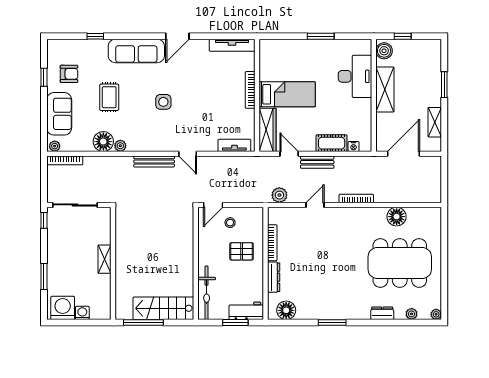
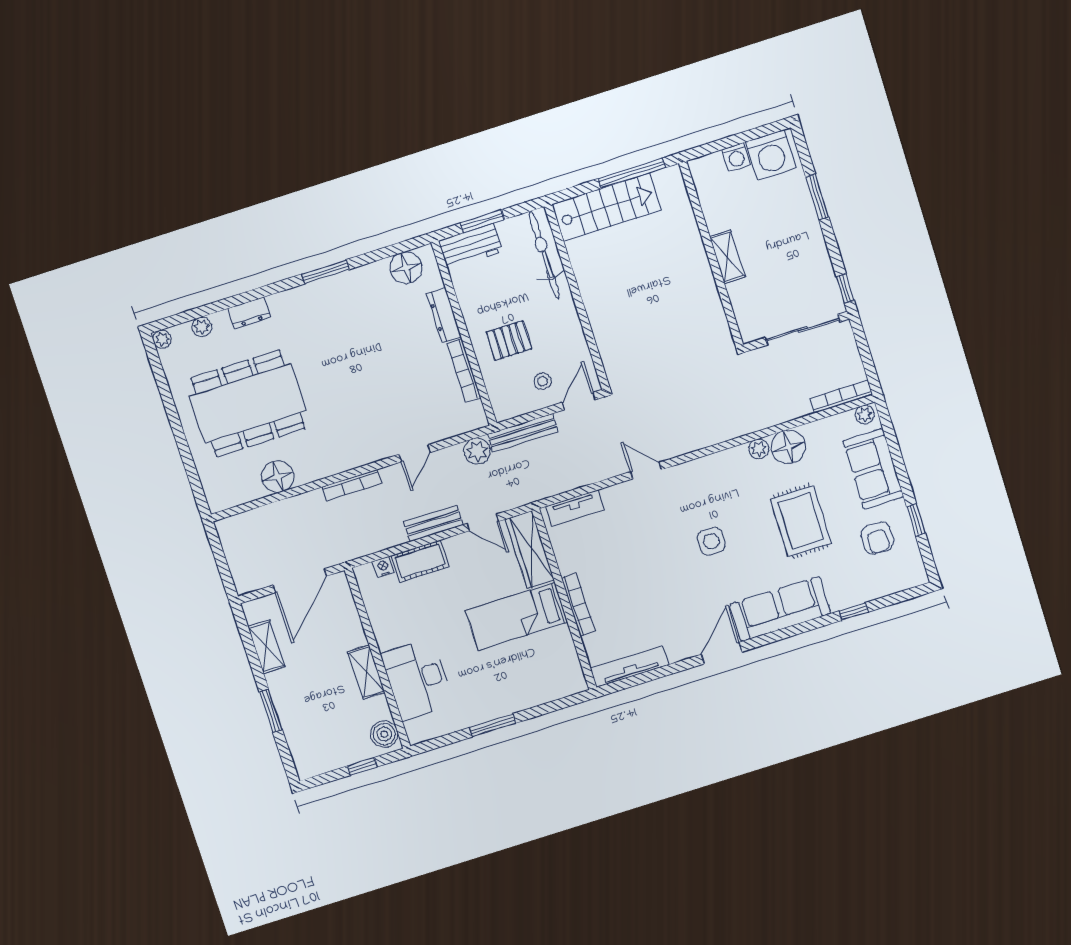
armchair: (69, 74) -> (877, 538), turned -90
shelving: (385, 90) -> (366, 672), width x0.67, depth x0.75
rug: (109, 97) -> (801, 521), width x1.36, depth x1.43
bench: (154, 161) -> (523, 433), moved

